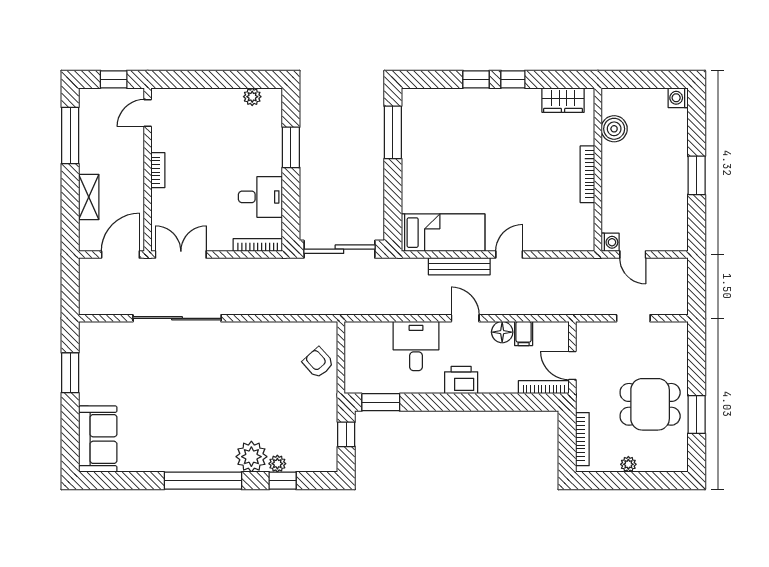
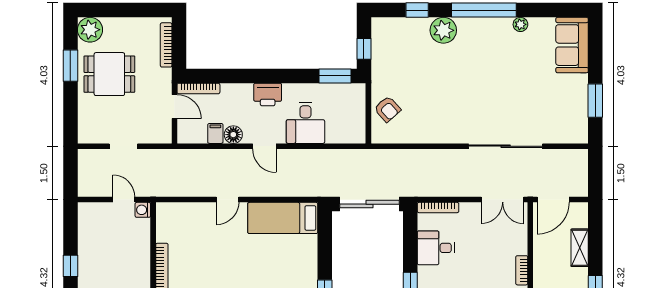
window: (697, 175) -> (70, 266), width x0.67
bench: (459, 266) -> (269, 190), removed
plant: (277, 464) -> (520, 24), moved
plant: (628, 464) -> (90, 30), moved, width x1.88, depth x1.88

